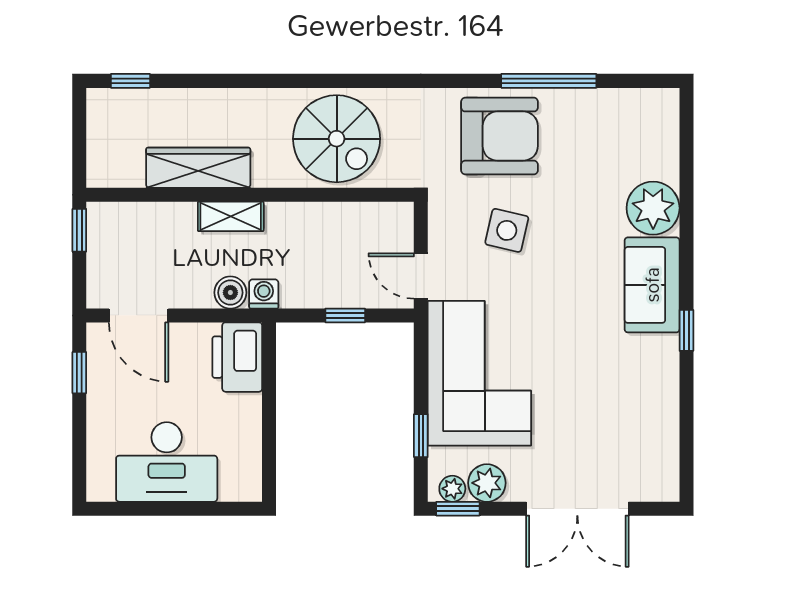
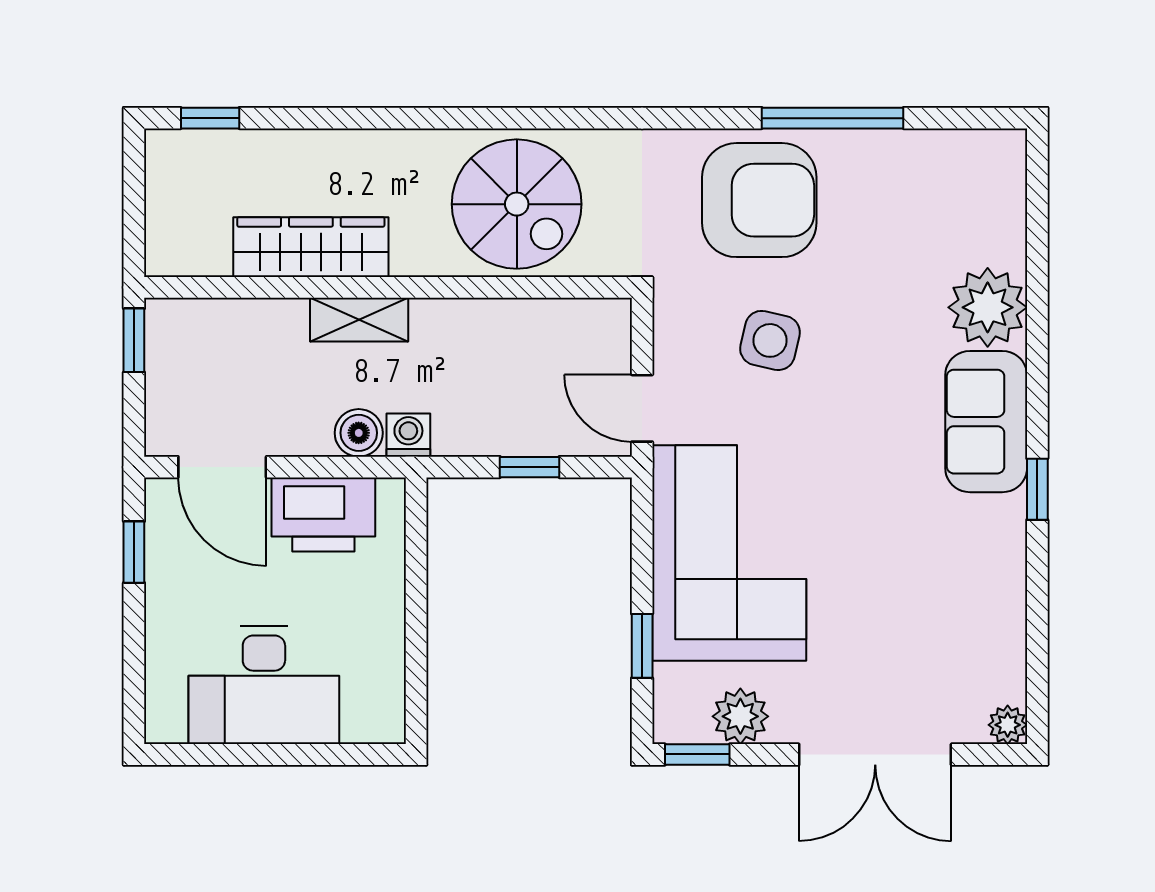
printer: (237, 357) -> (323, 514), moved, turned -90
plant: (452, 489) -> (1008, 725), moved

